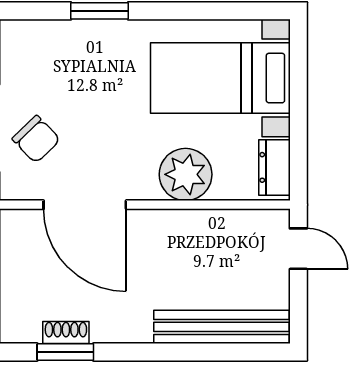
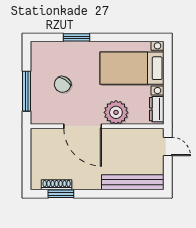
chair: (36, 139) -> (63, 84), moved, turned 77
door: (85, 205) -> (83, 126), moved
shoe rack: (66, 333) -> (57, 185), width x1.43

